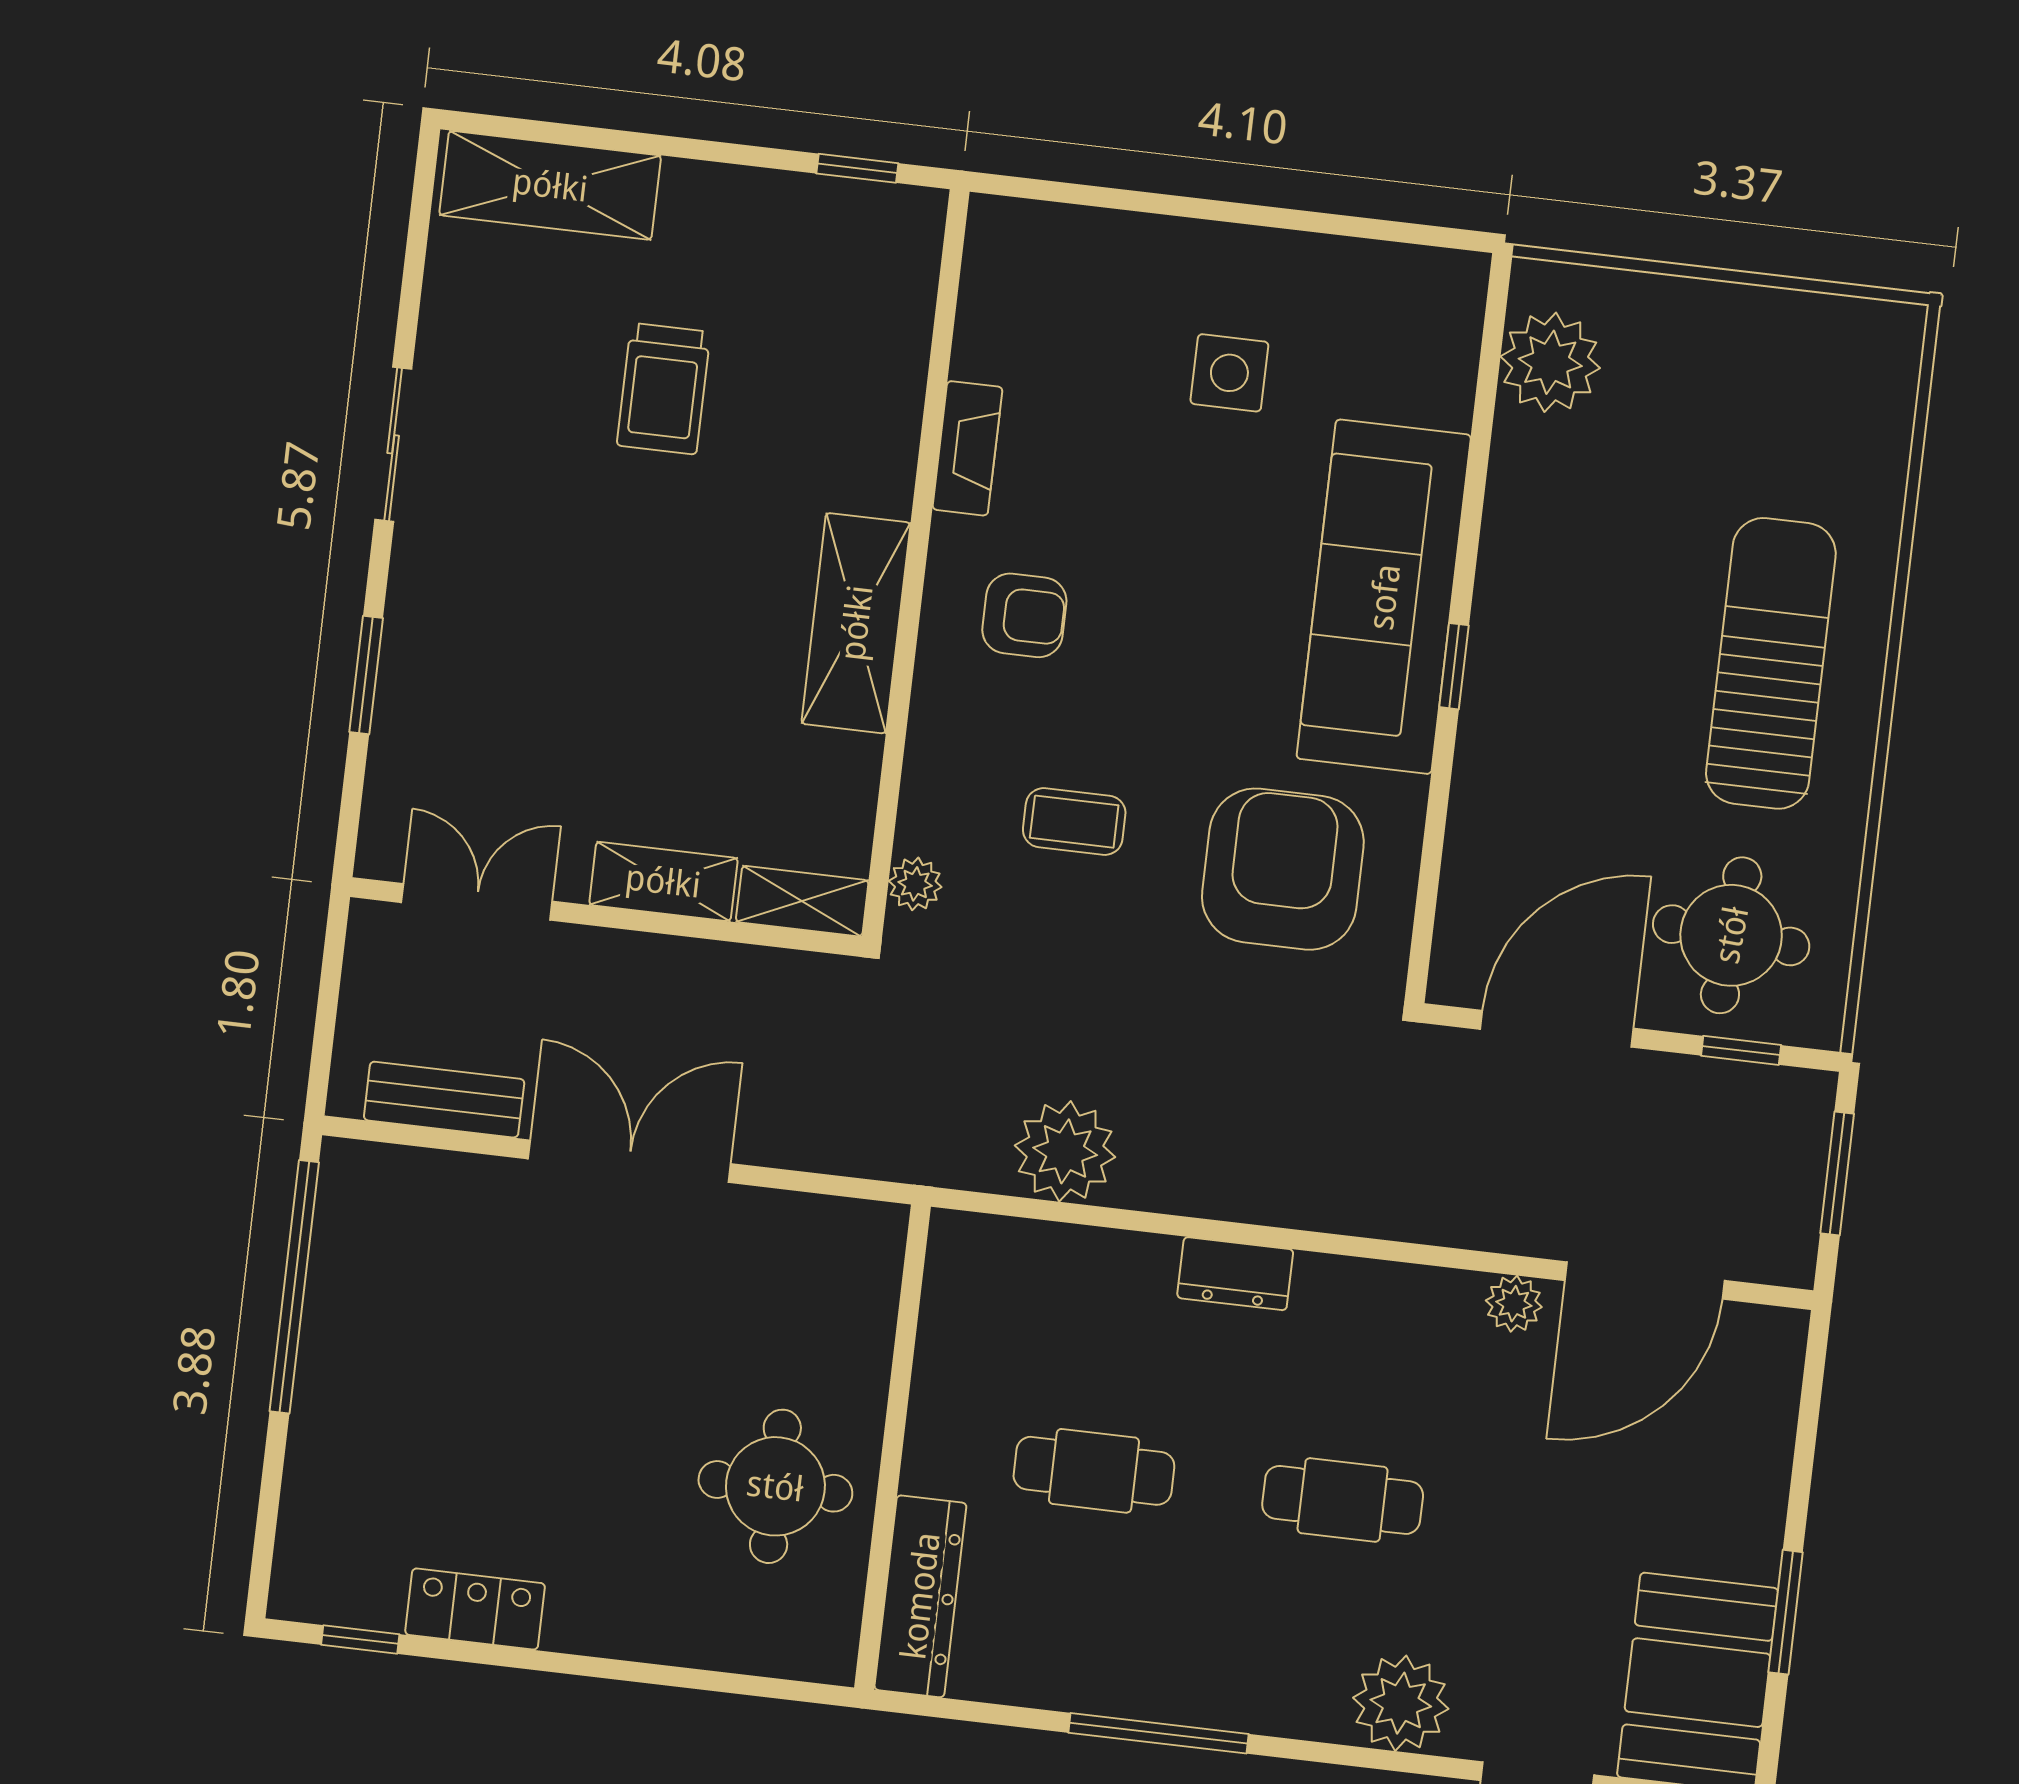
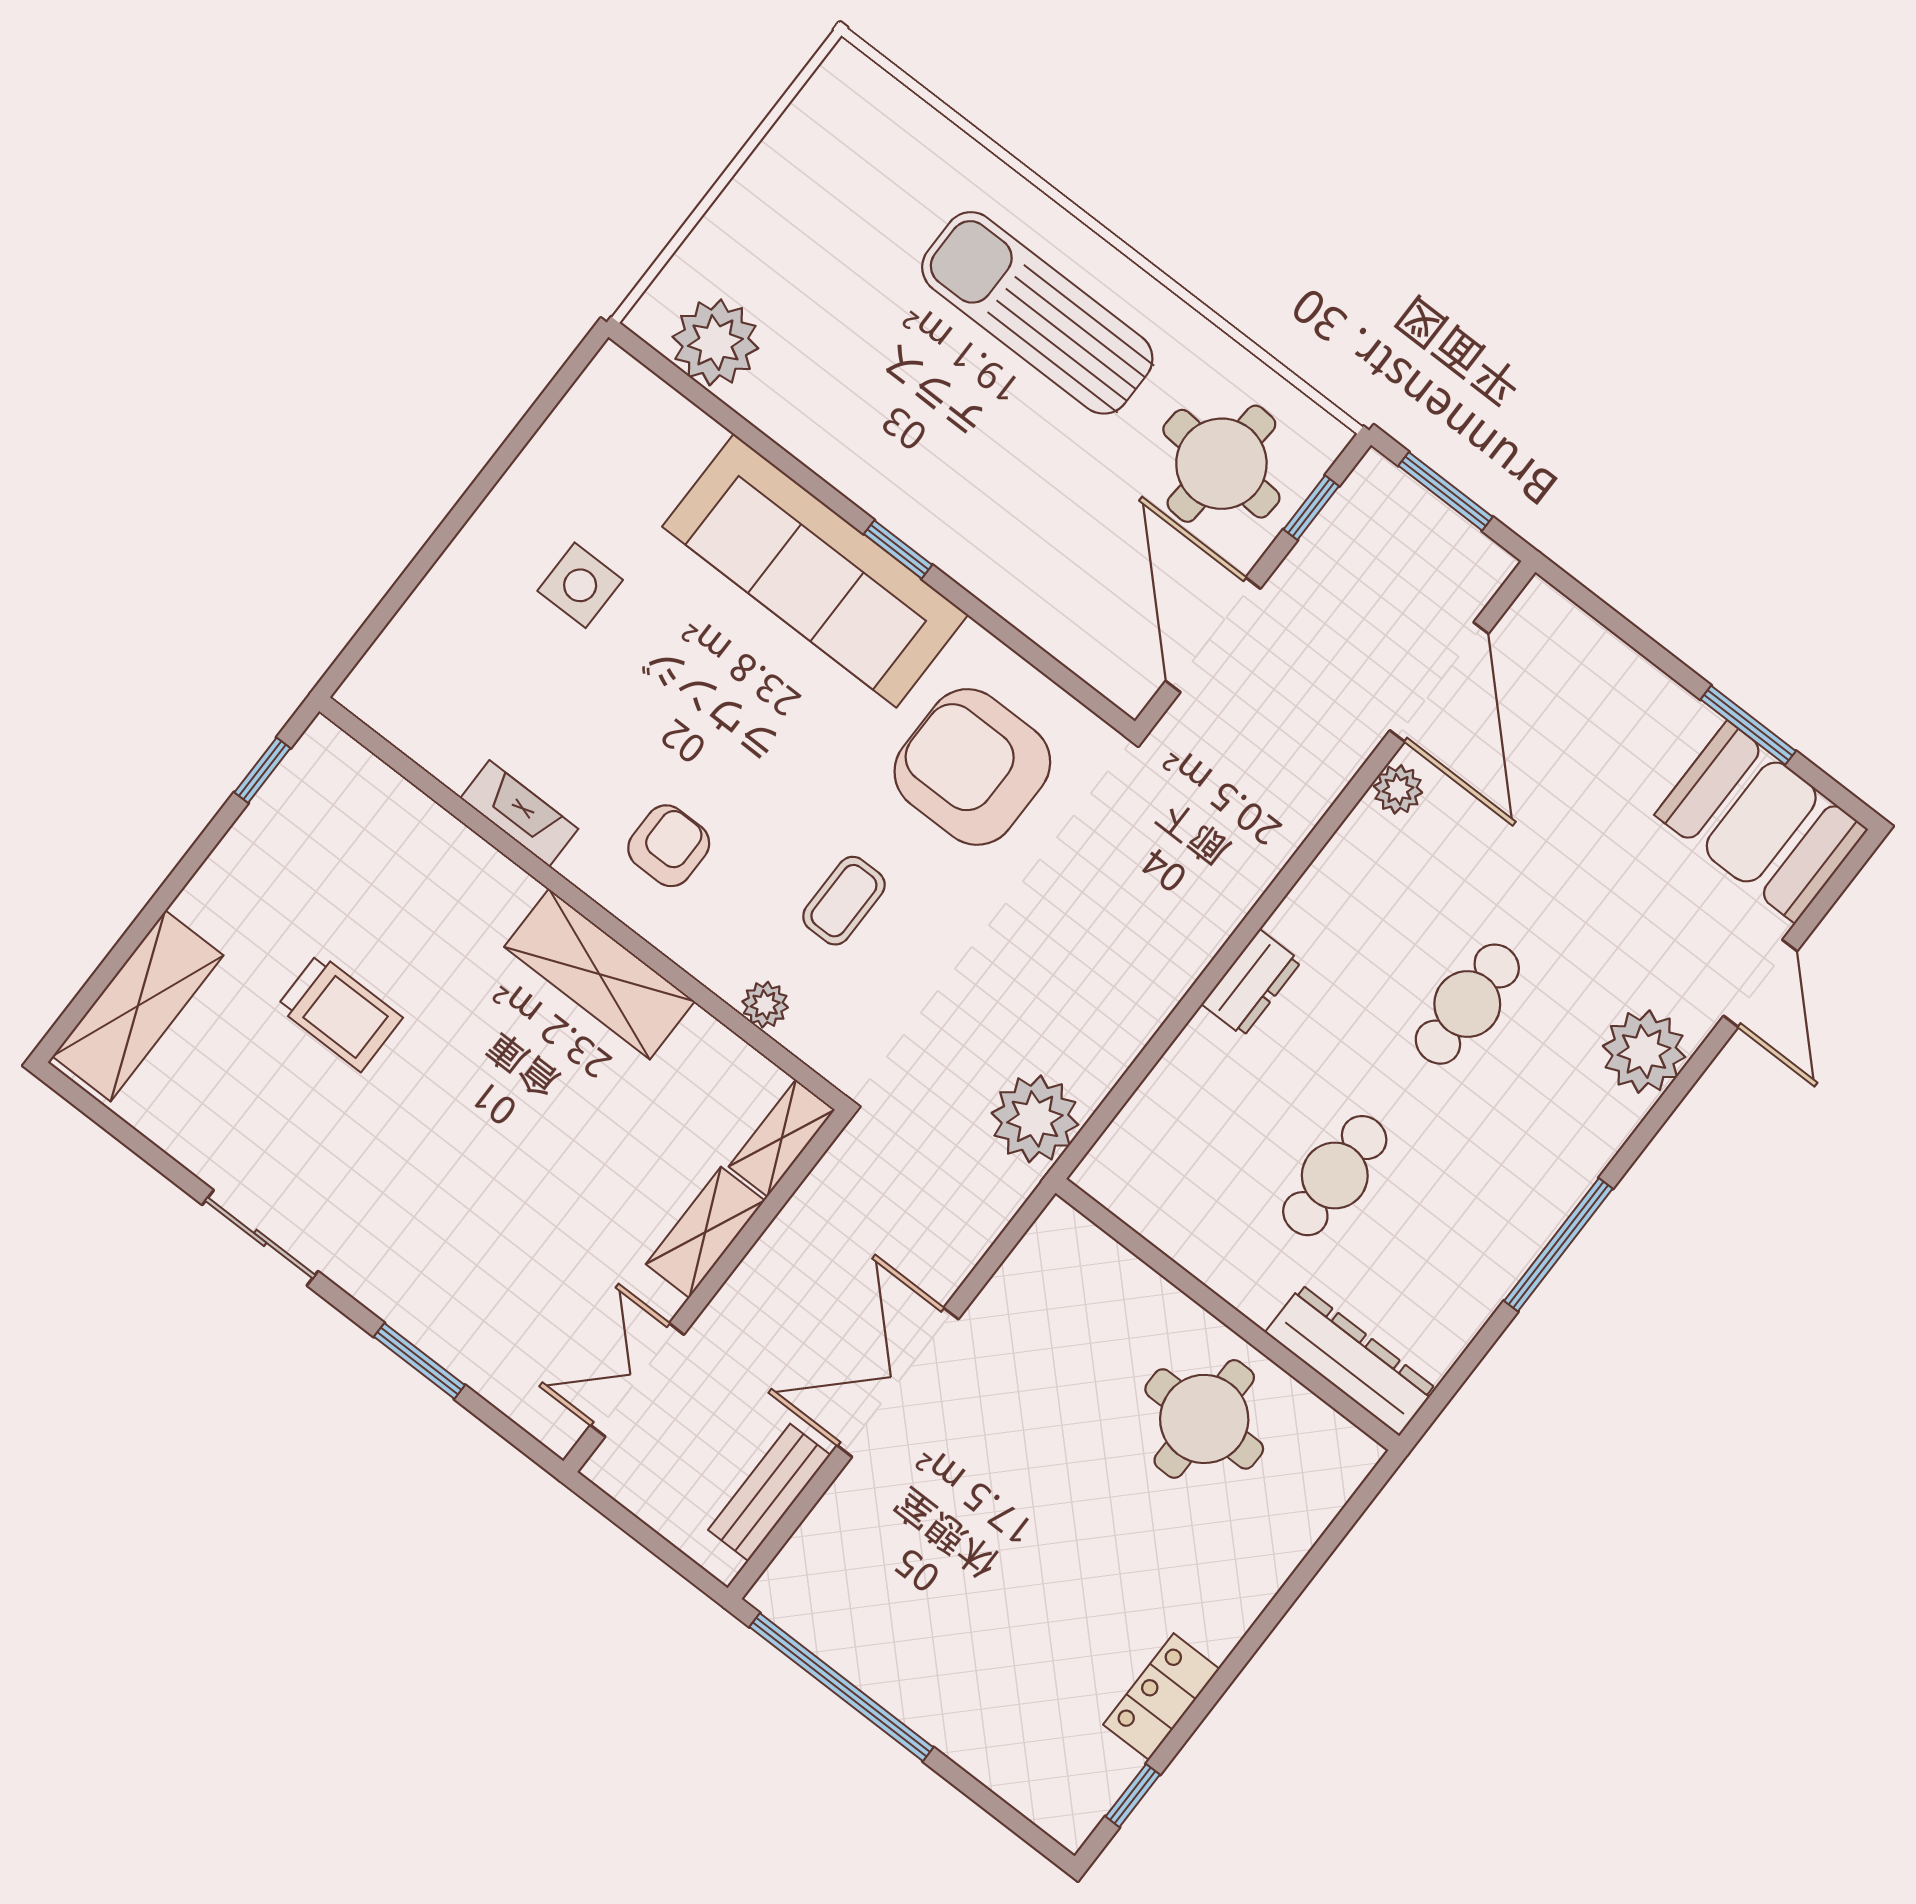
plant: (915, 884) -> (765, 1005), moved
plant: (1065, 1151) -> (1035, 1119), moved

